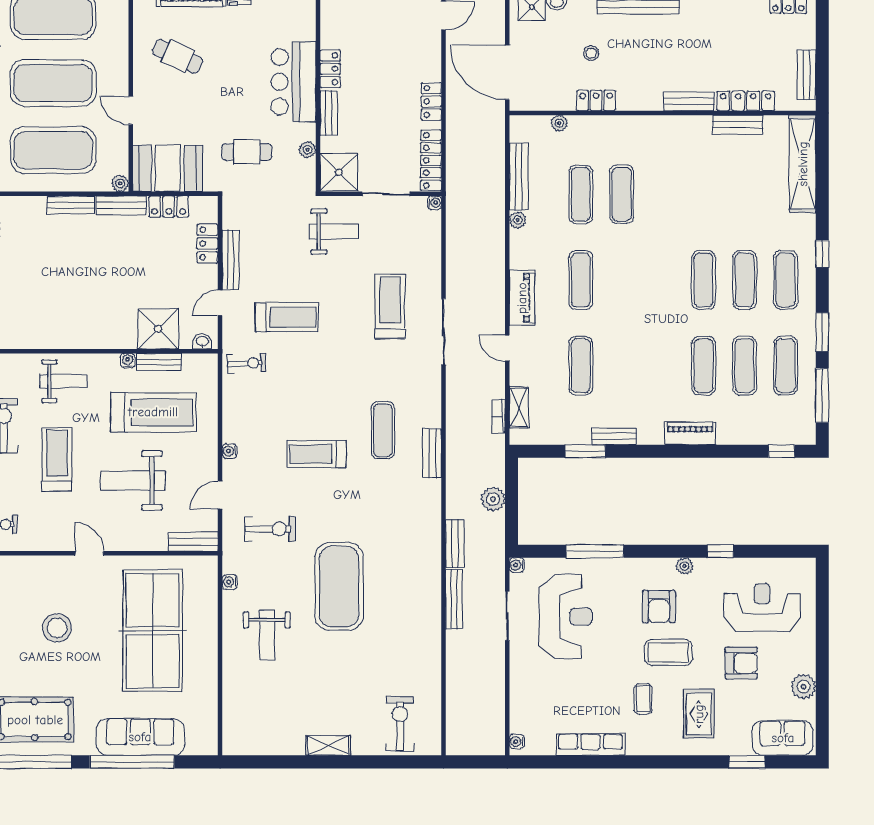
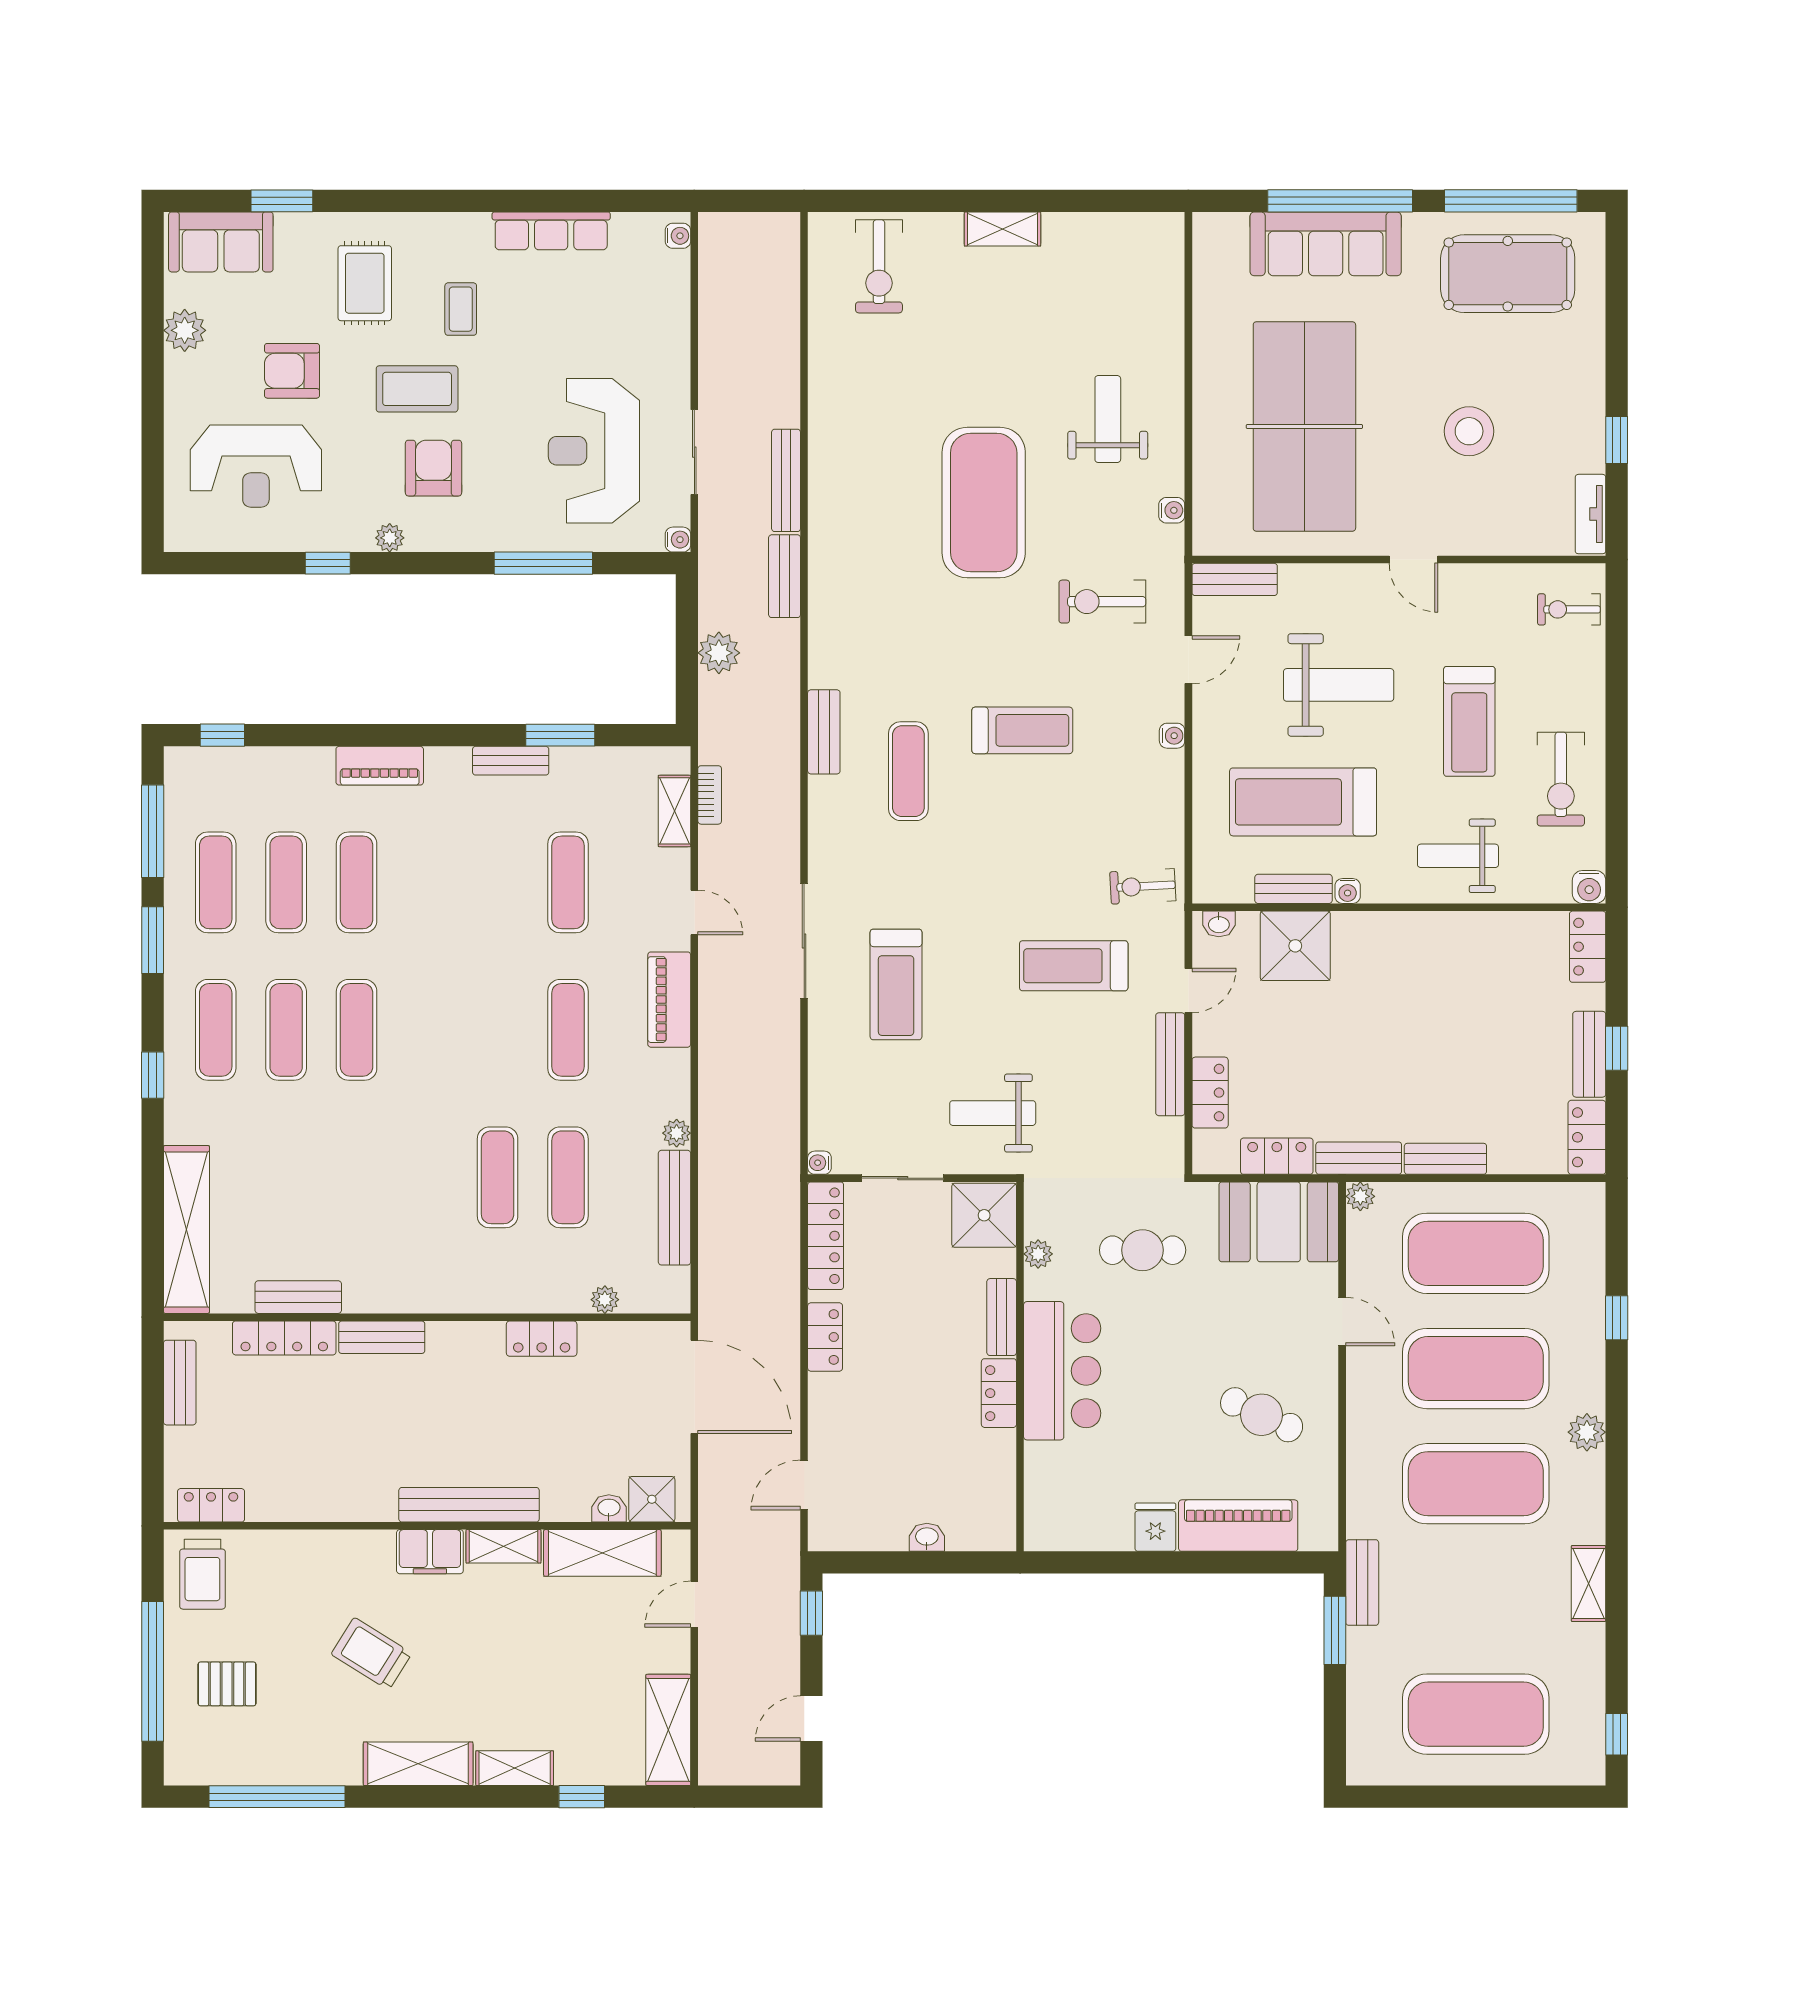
stool: (591, 53) -> (550, 1420), removed

